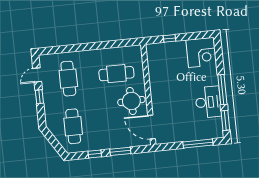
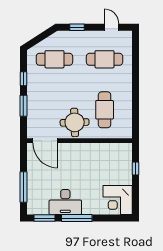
window: (39, 97) -> (77, 27), moved
door: (152, 127) -> (45, 141), swing flipped

